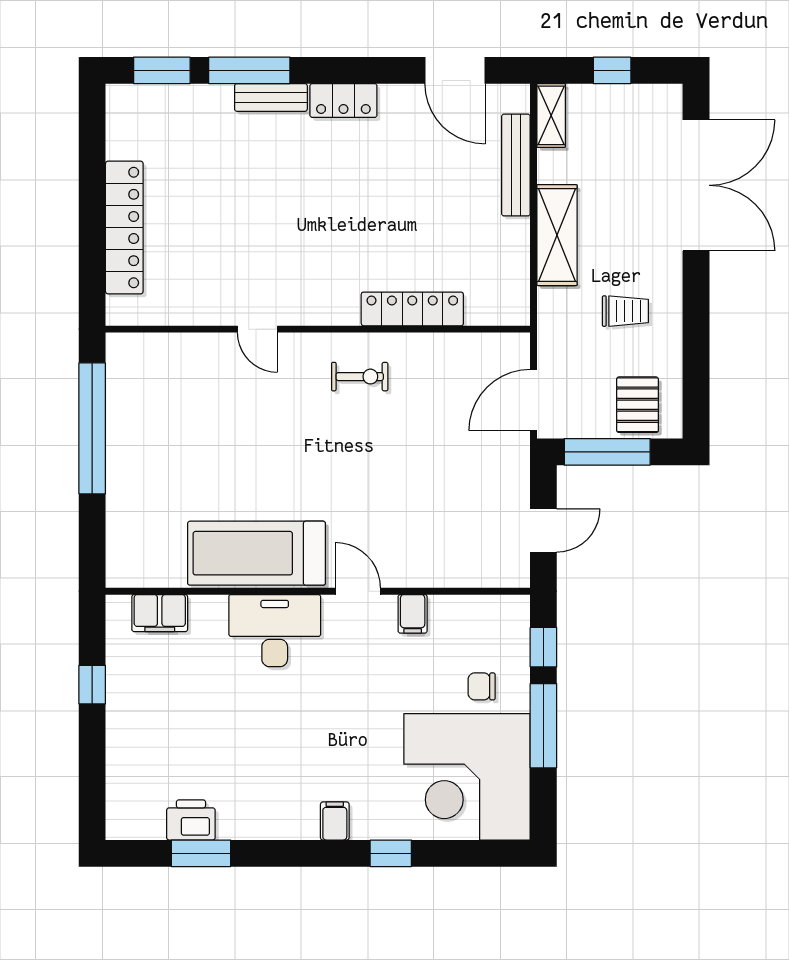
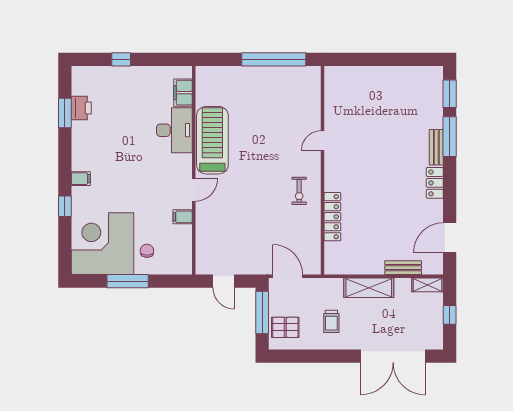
bench: (516, 165) -> (403, 268), width x0.73
locker: (124, 227) -> (372, 75), removed
desk: (275, 631) -> (174, 130), moved
window: (543, 647) -> (166, 281), removed
window: (92, 685) -> (121, 59), moved

